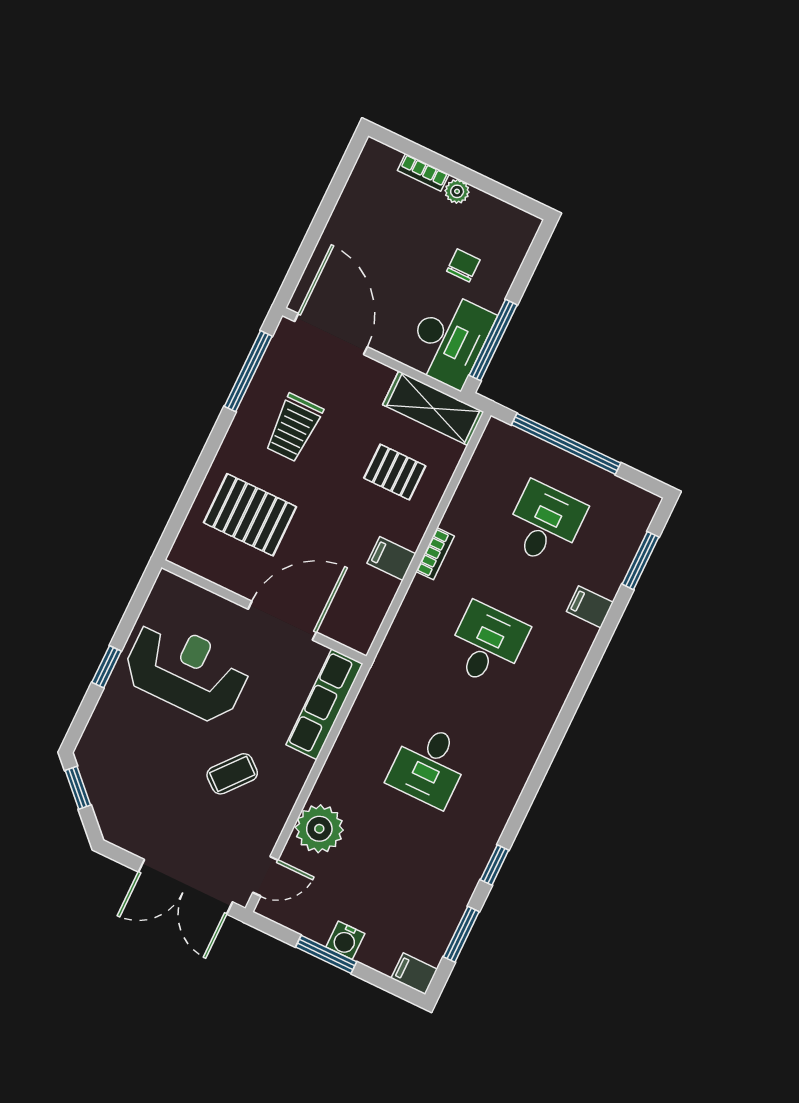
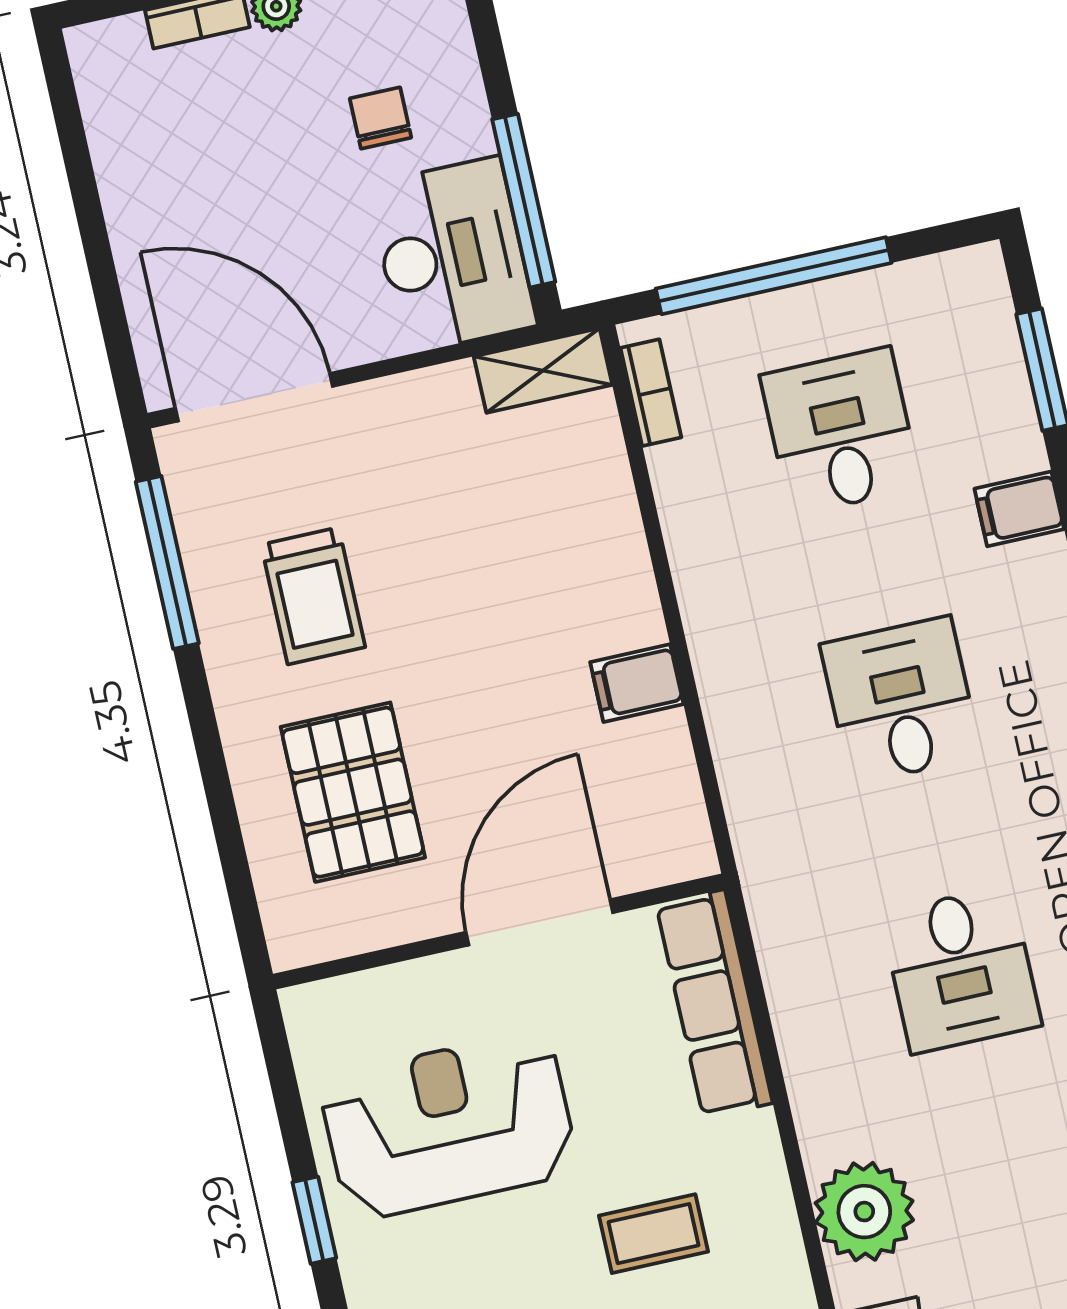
shelving: (433, 408) -> (543, 371), width x0.67, depth x0.75
pallet: (395, 472) -> (533, 539), removed
pallet: (250, 515) -> (353, 792), turned 90
bookcase: (435, 554) -> (651, 393), moved
coffee table: (232, 774) -> (654, 1234), turned 50

